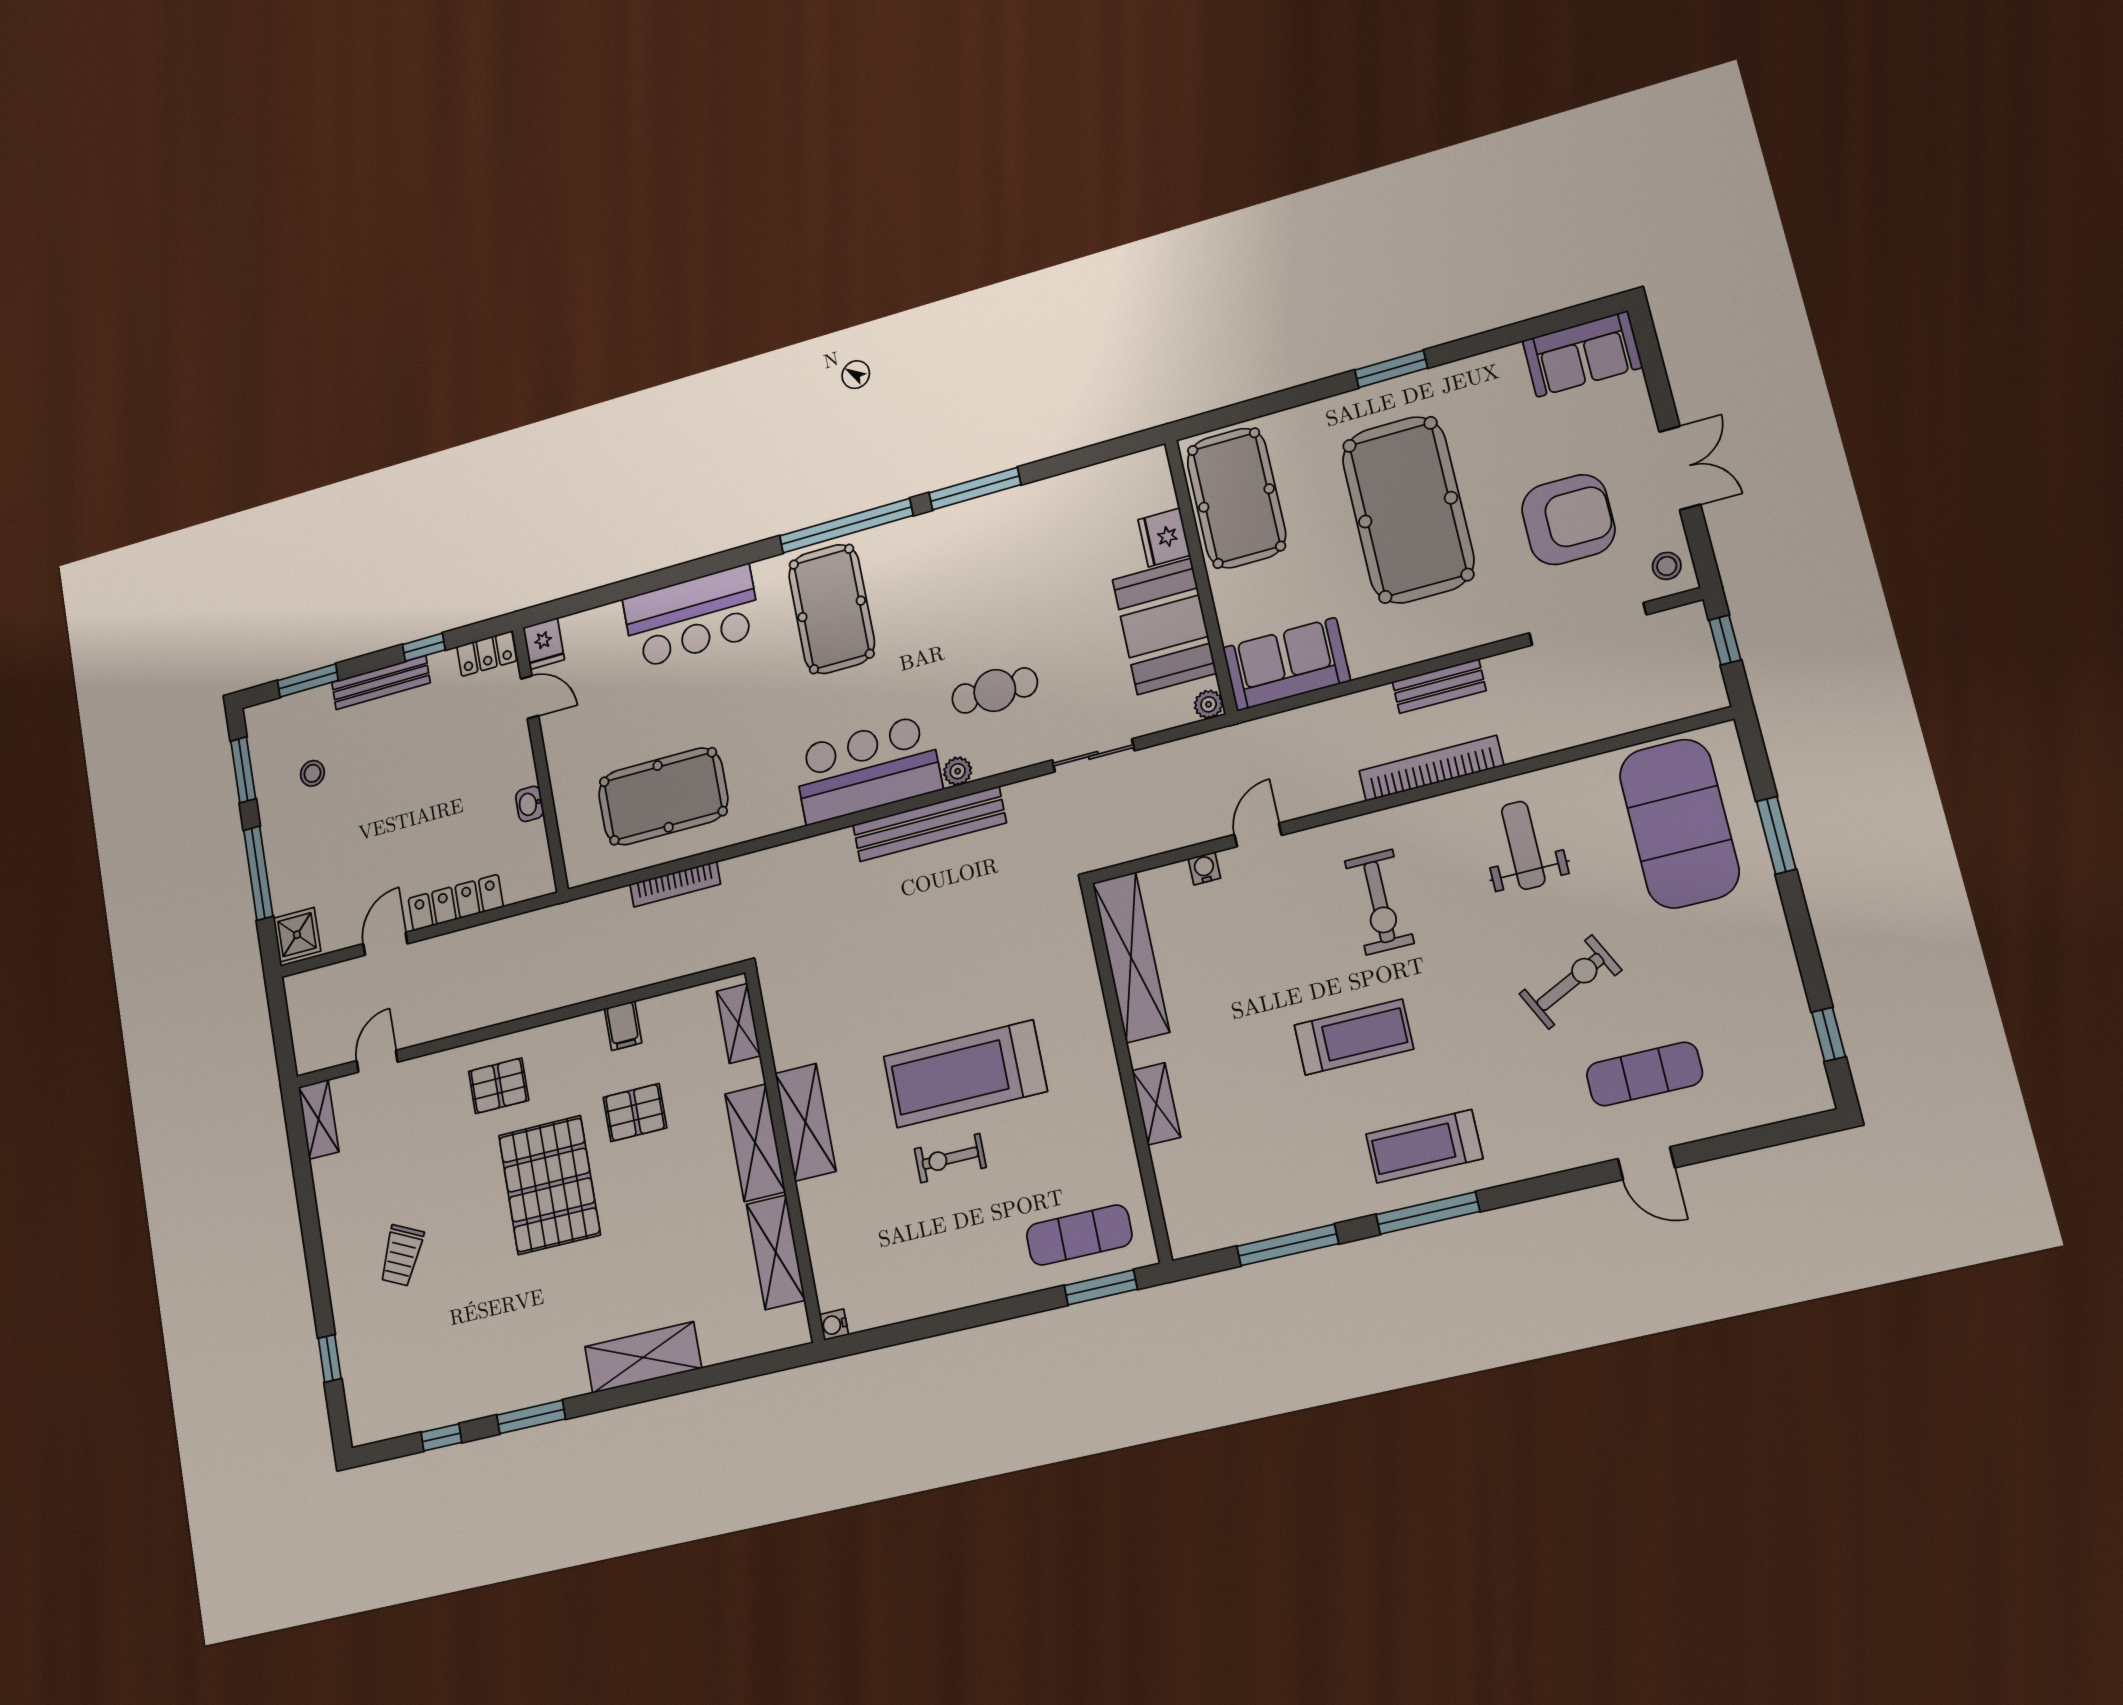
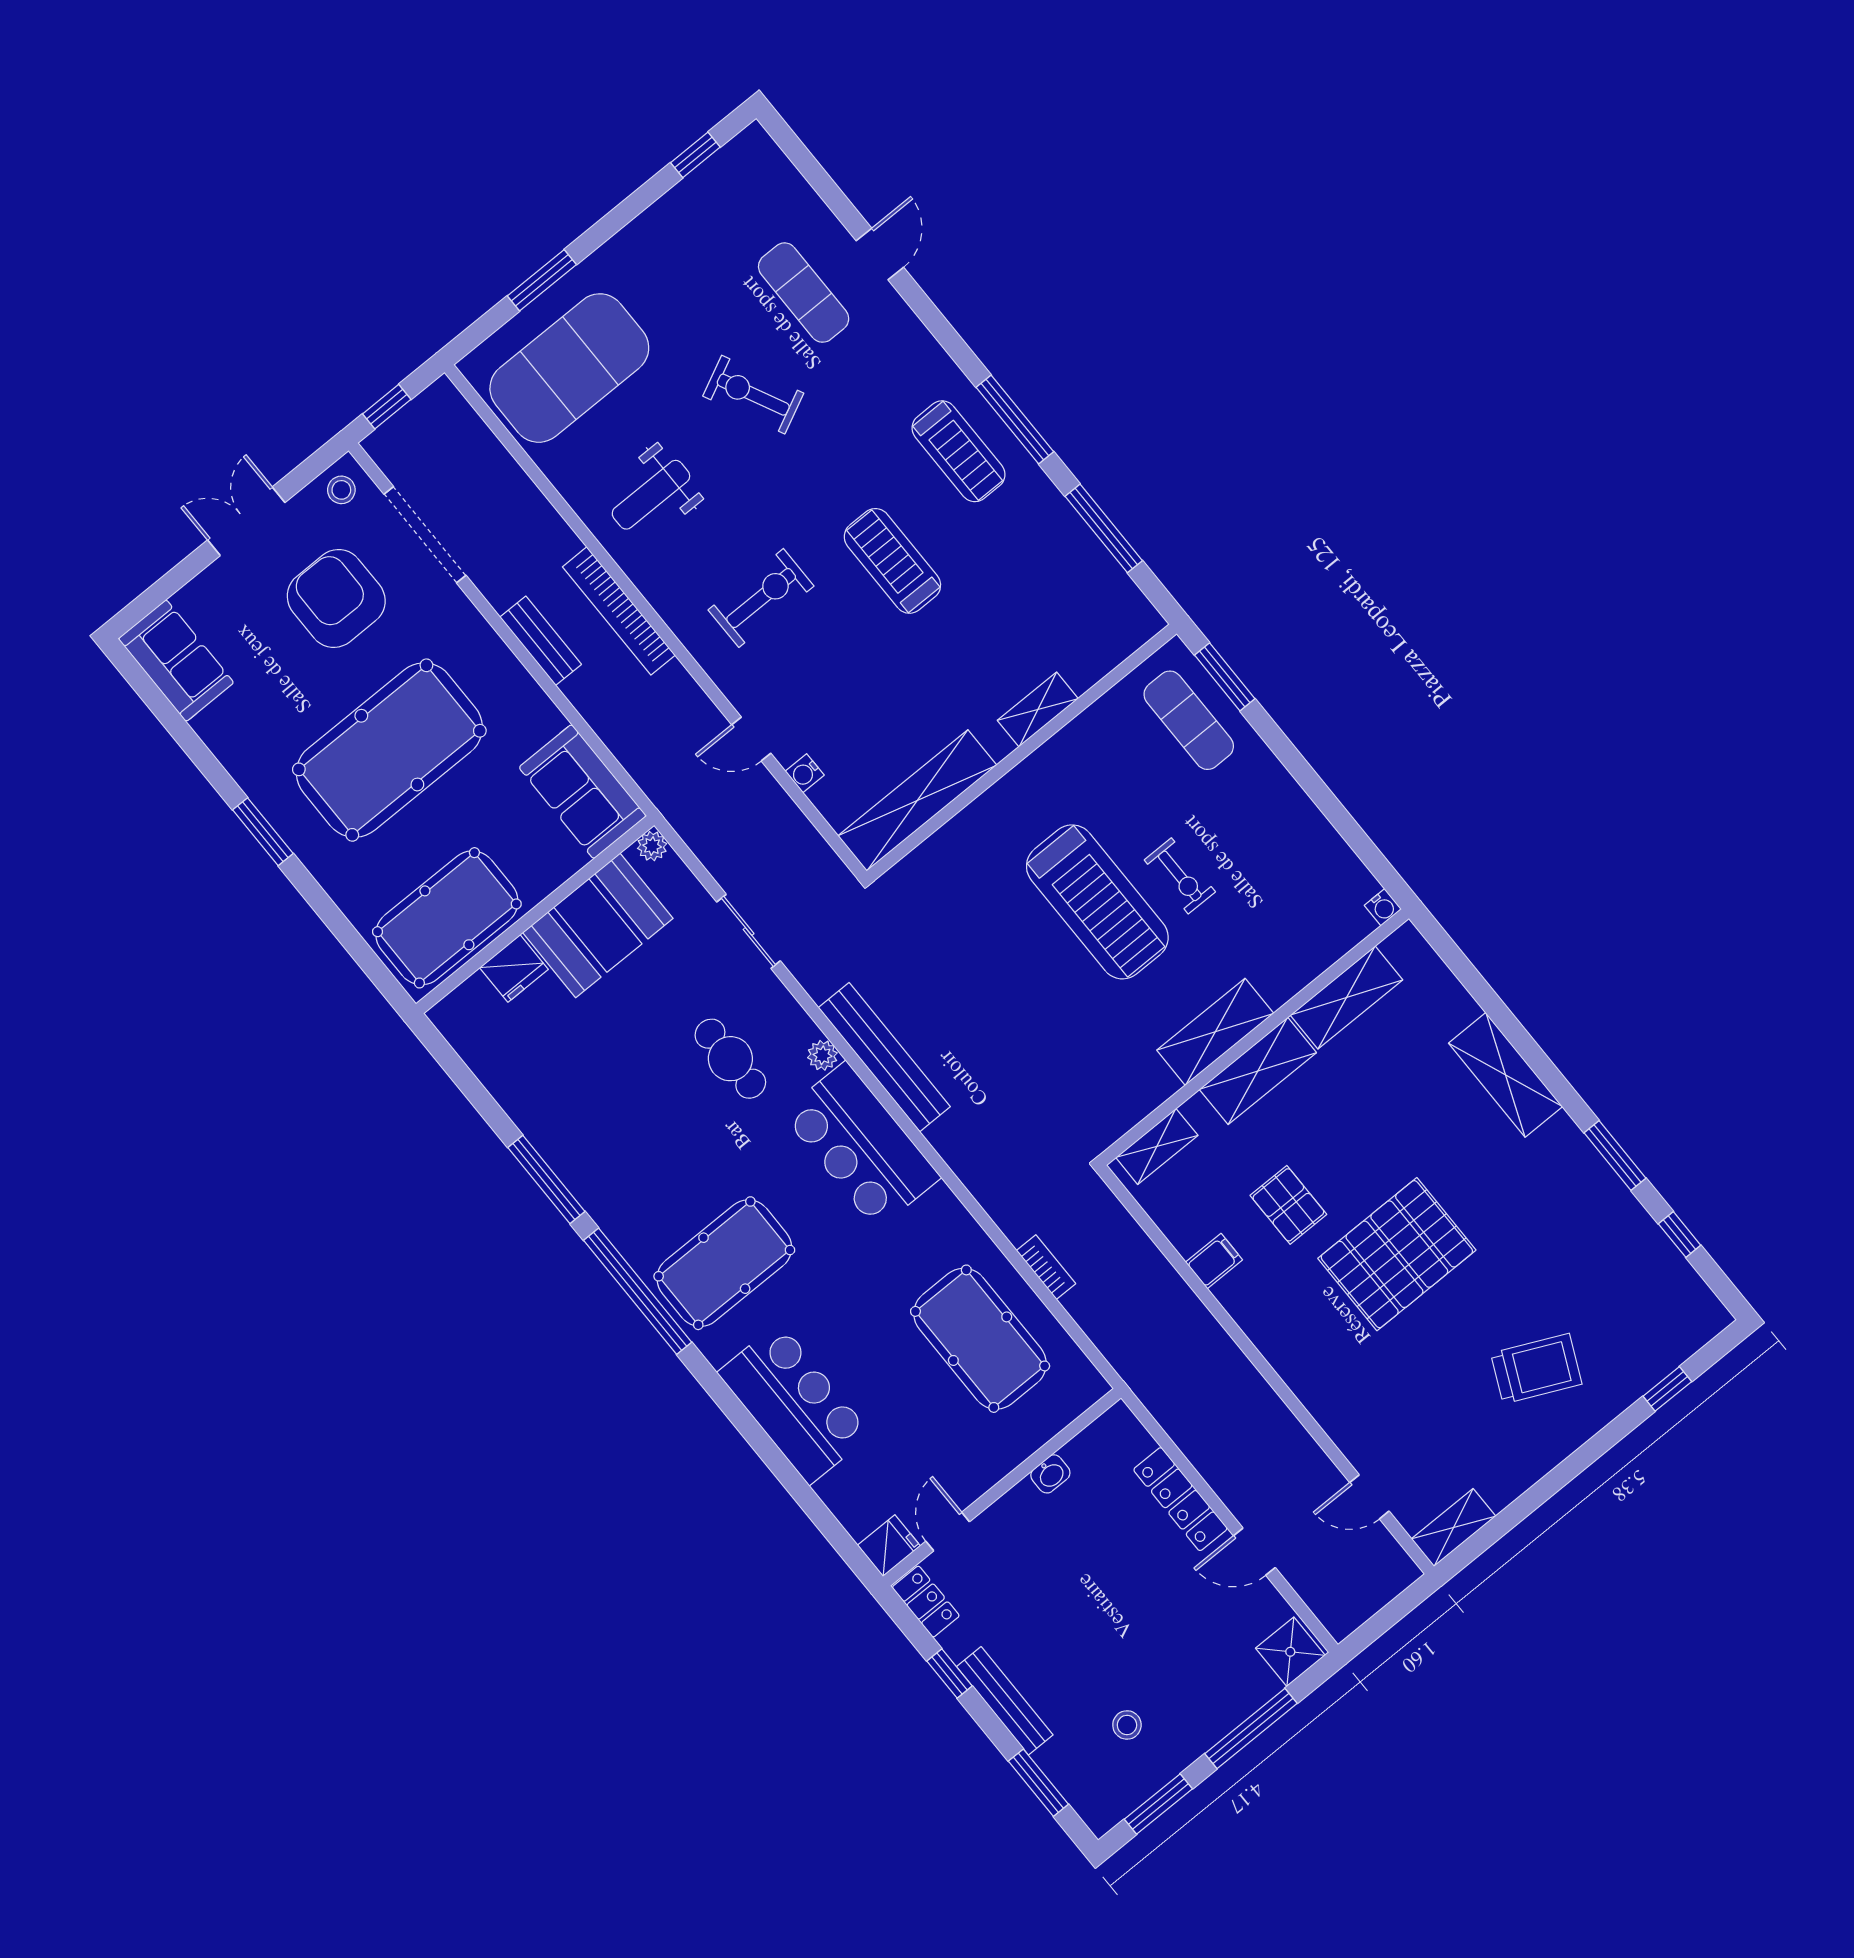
bookcase: (675, 884) -> (1046, 1267), width x0.64
pallet: (499, 1086) -> (1331, 1357), removed
trolley: (401, 1255) -> (1536, 1369), width x1.36, depth x1.39

